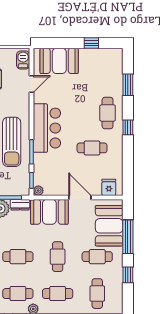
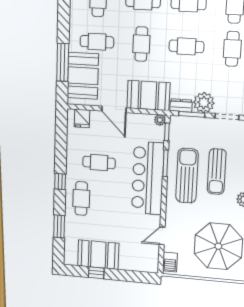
booth: (59, 61) -> (98, 255), moved
bar counter: (47, 128) -> (148, 178), width x1.36
window: (128, 275) -> (64, 19), removed

